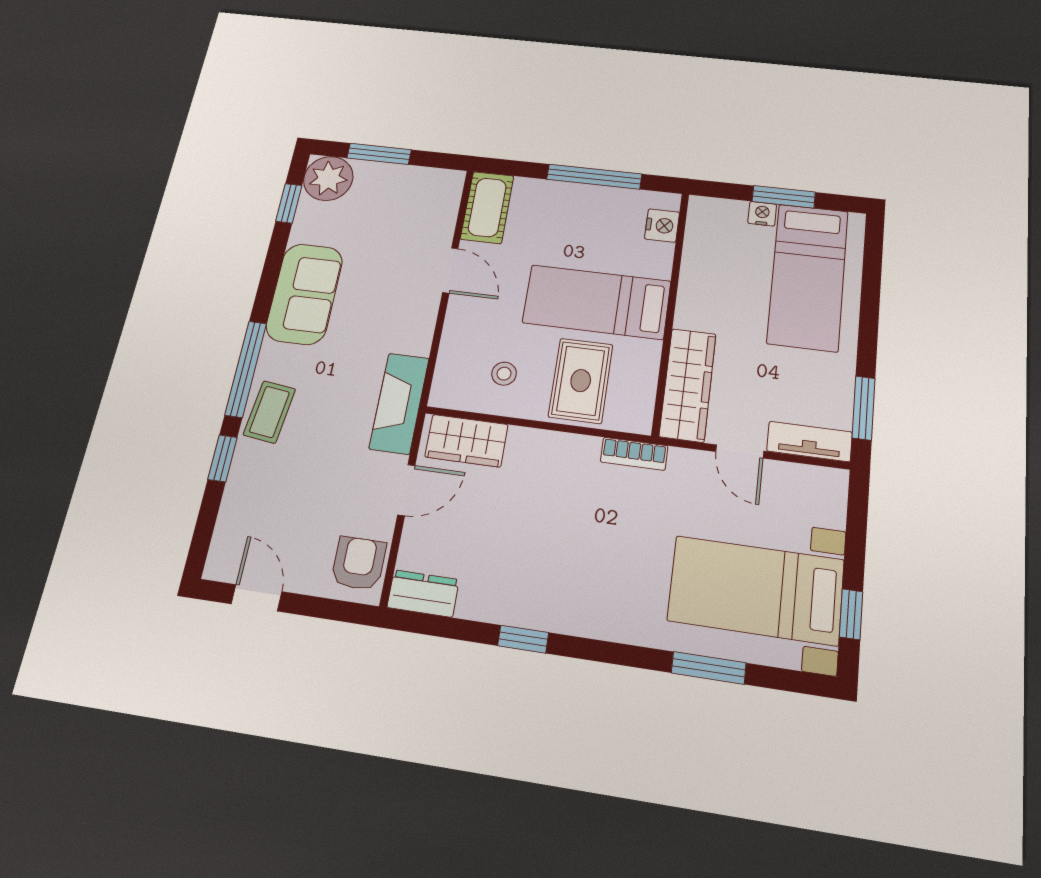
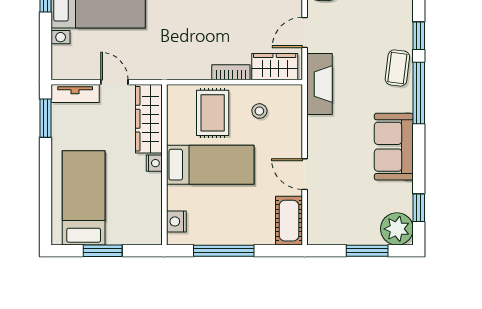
nightstand: (762, 214) -> (154, 163), moved, turned -90
bookcase: (634, 454) -> (231, 72), moved

